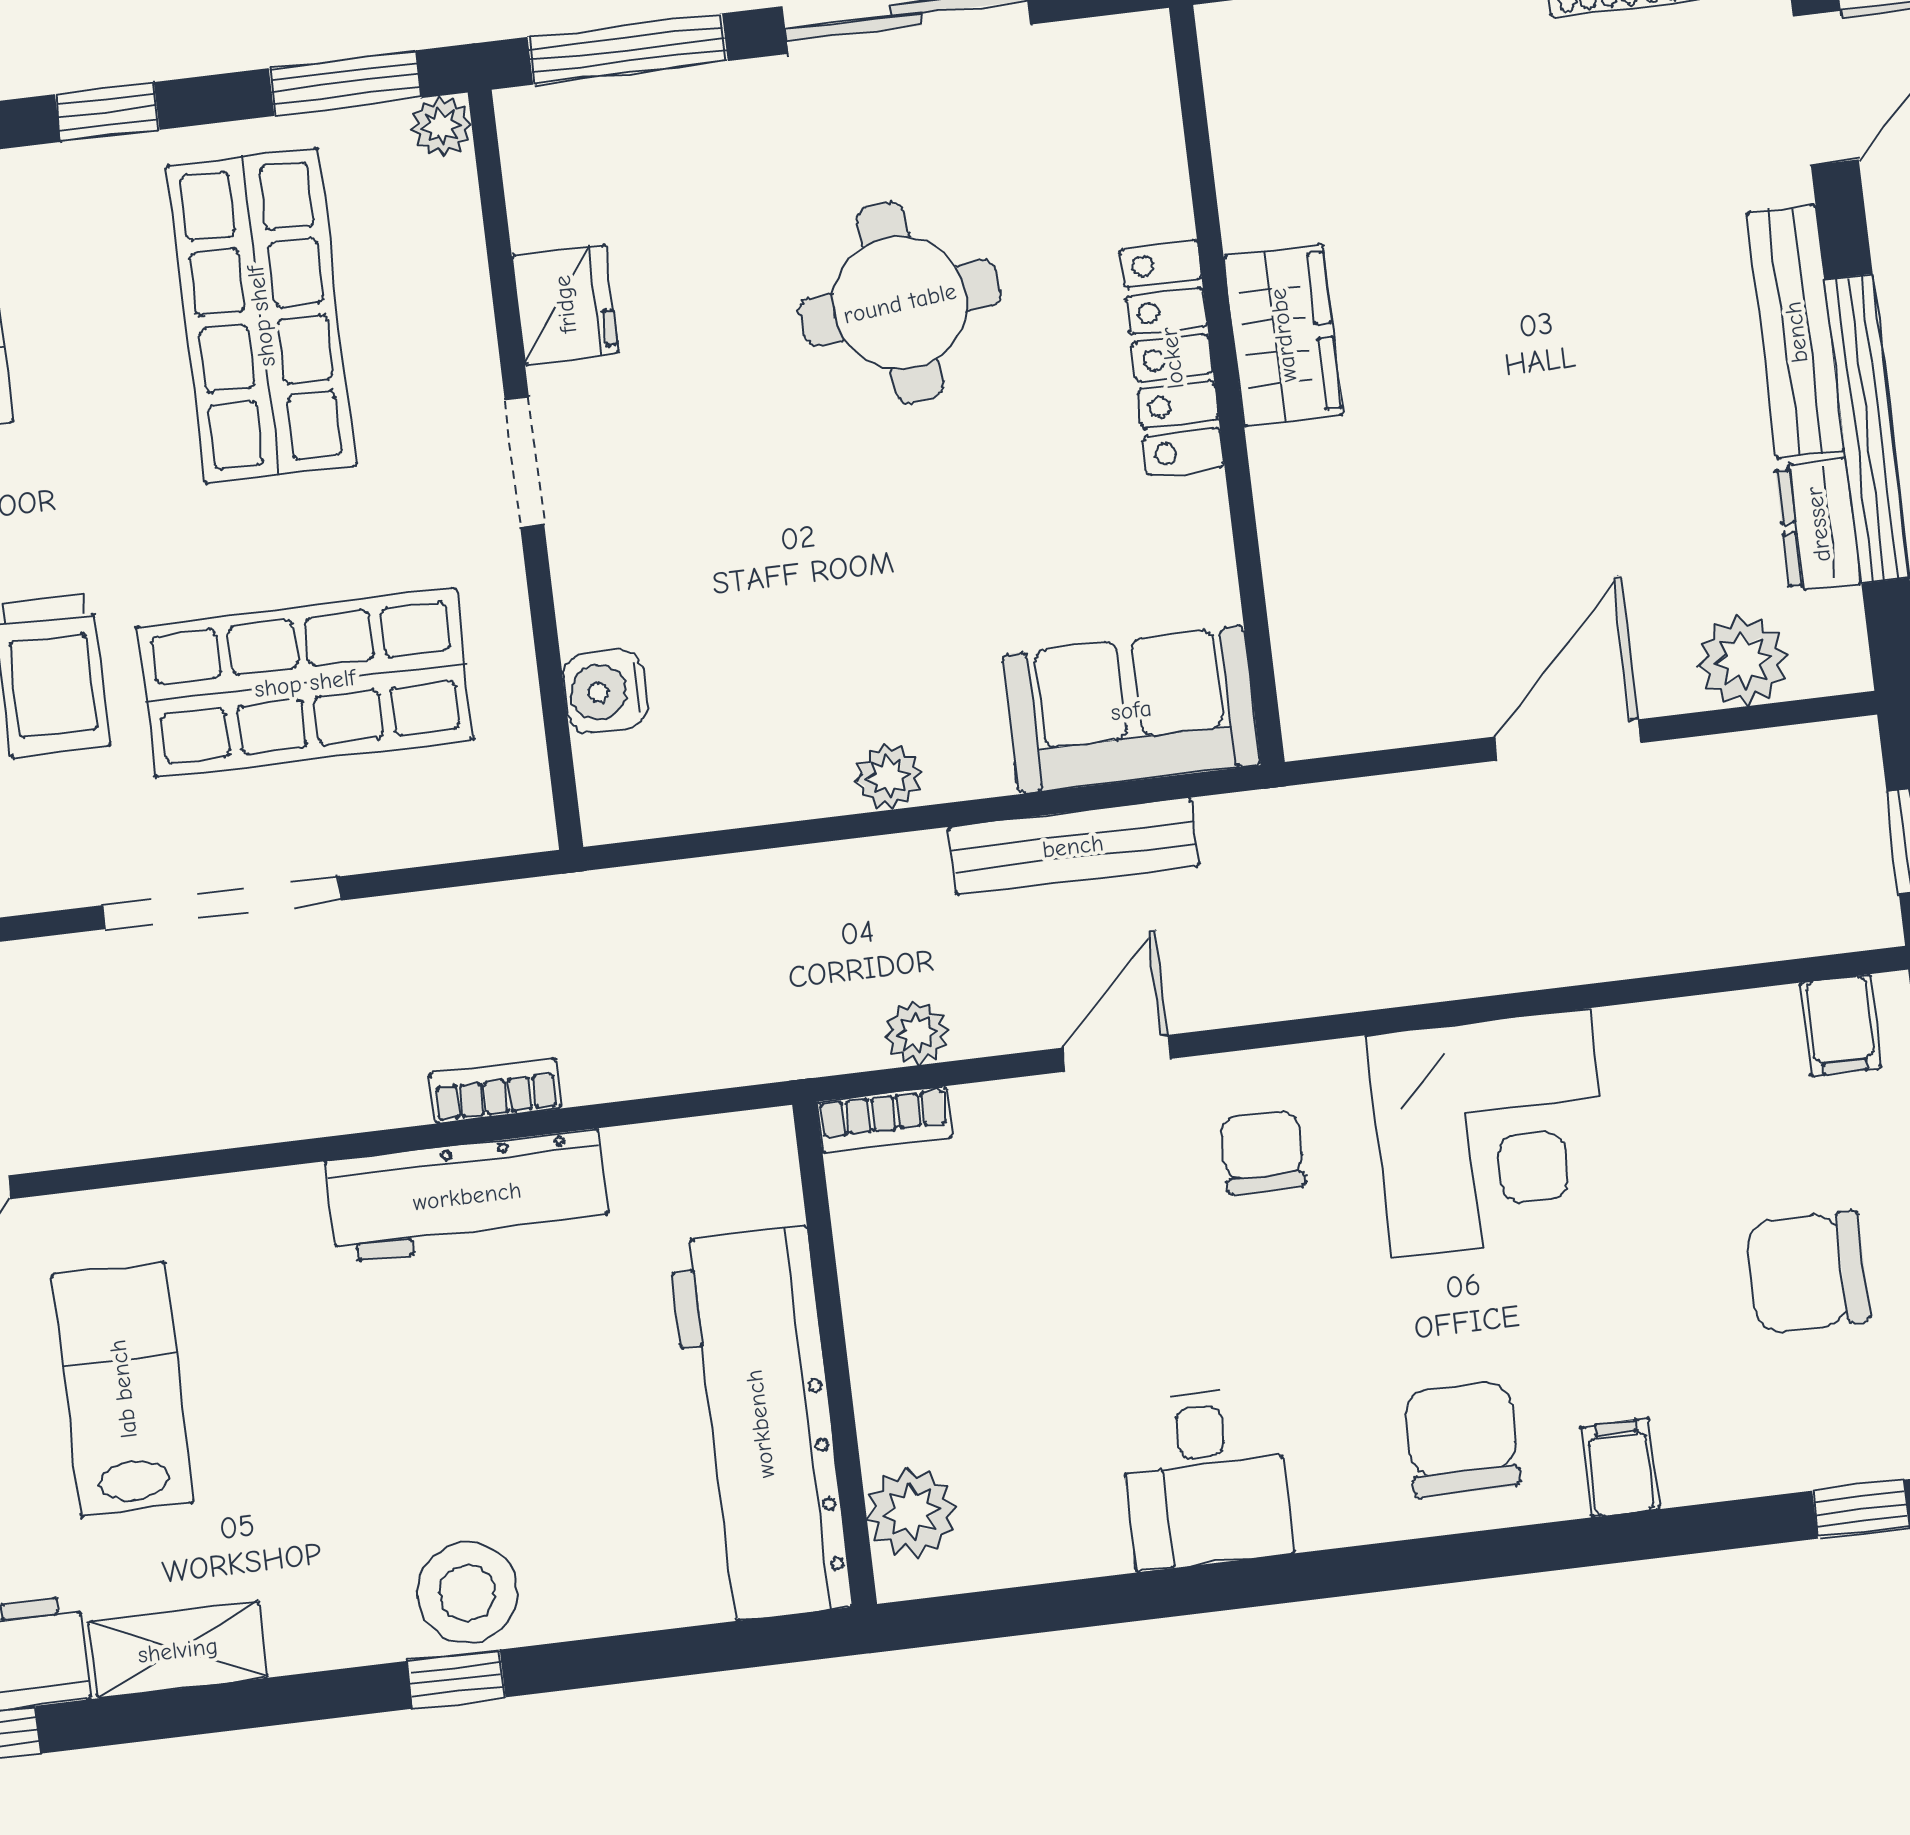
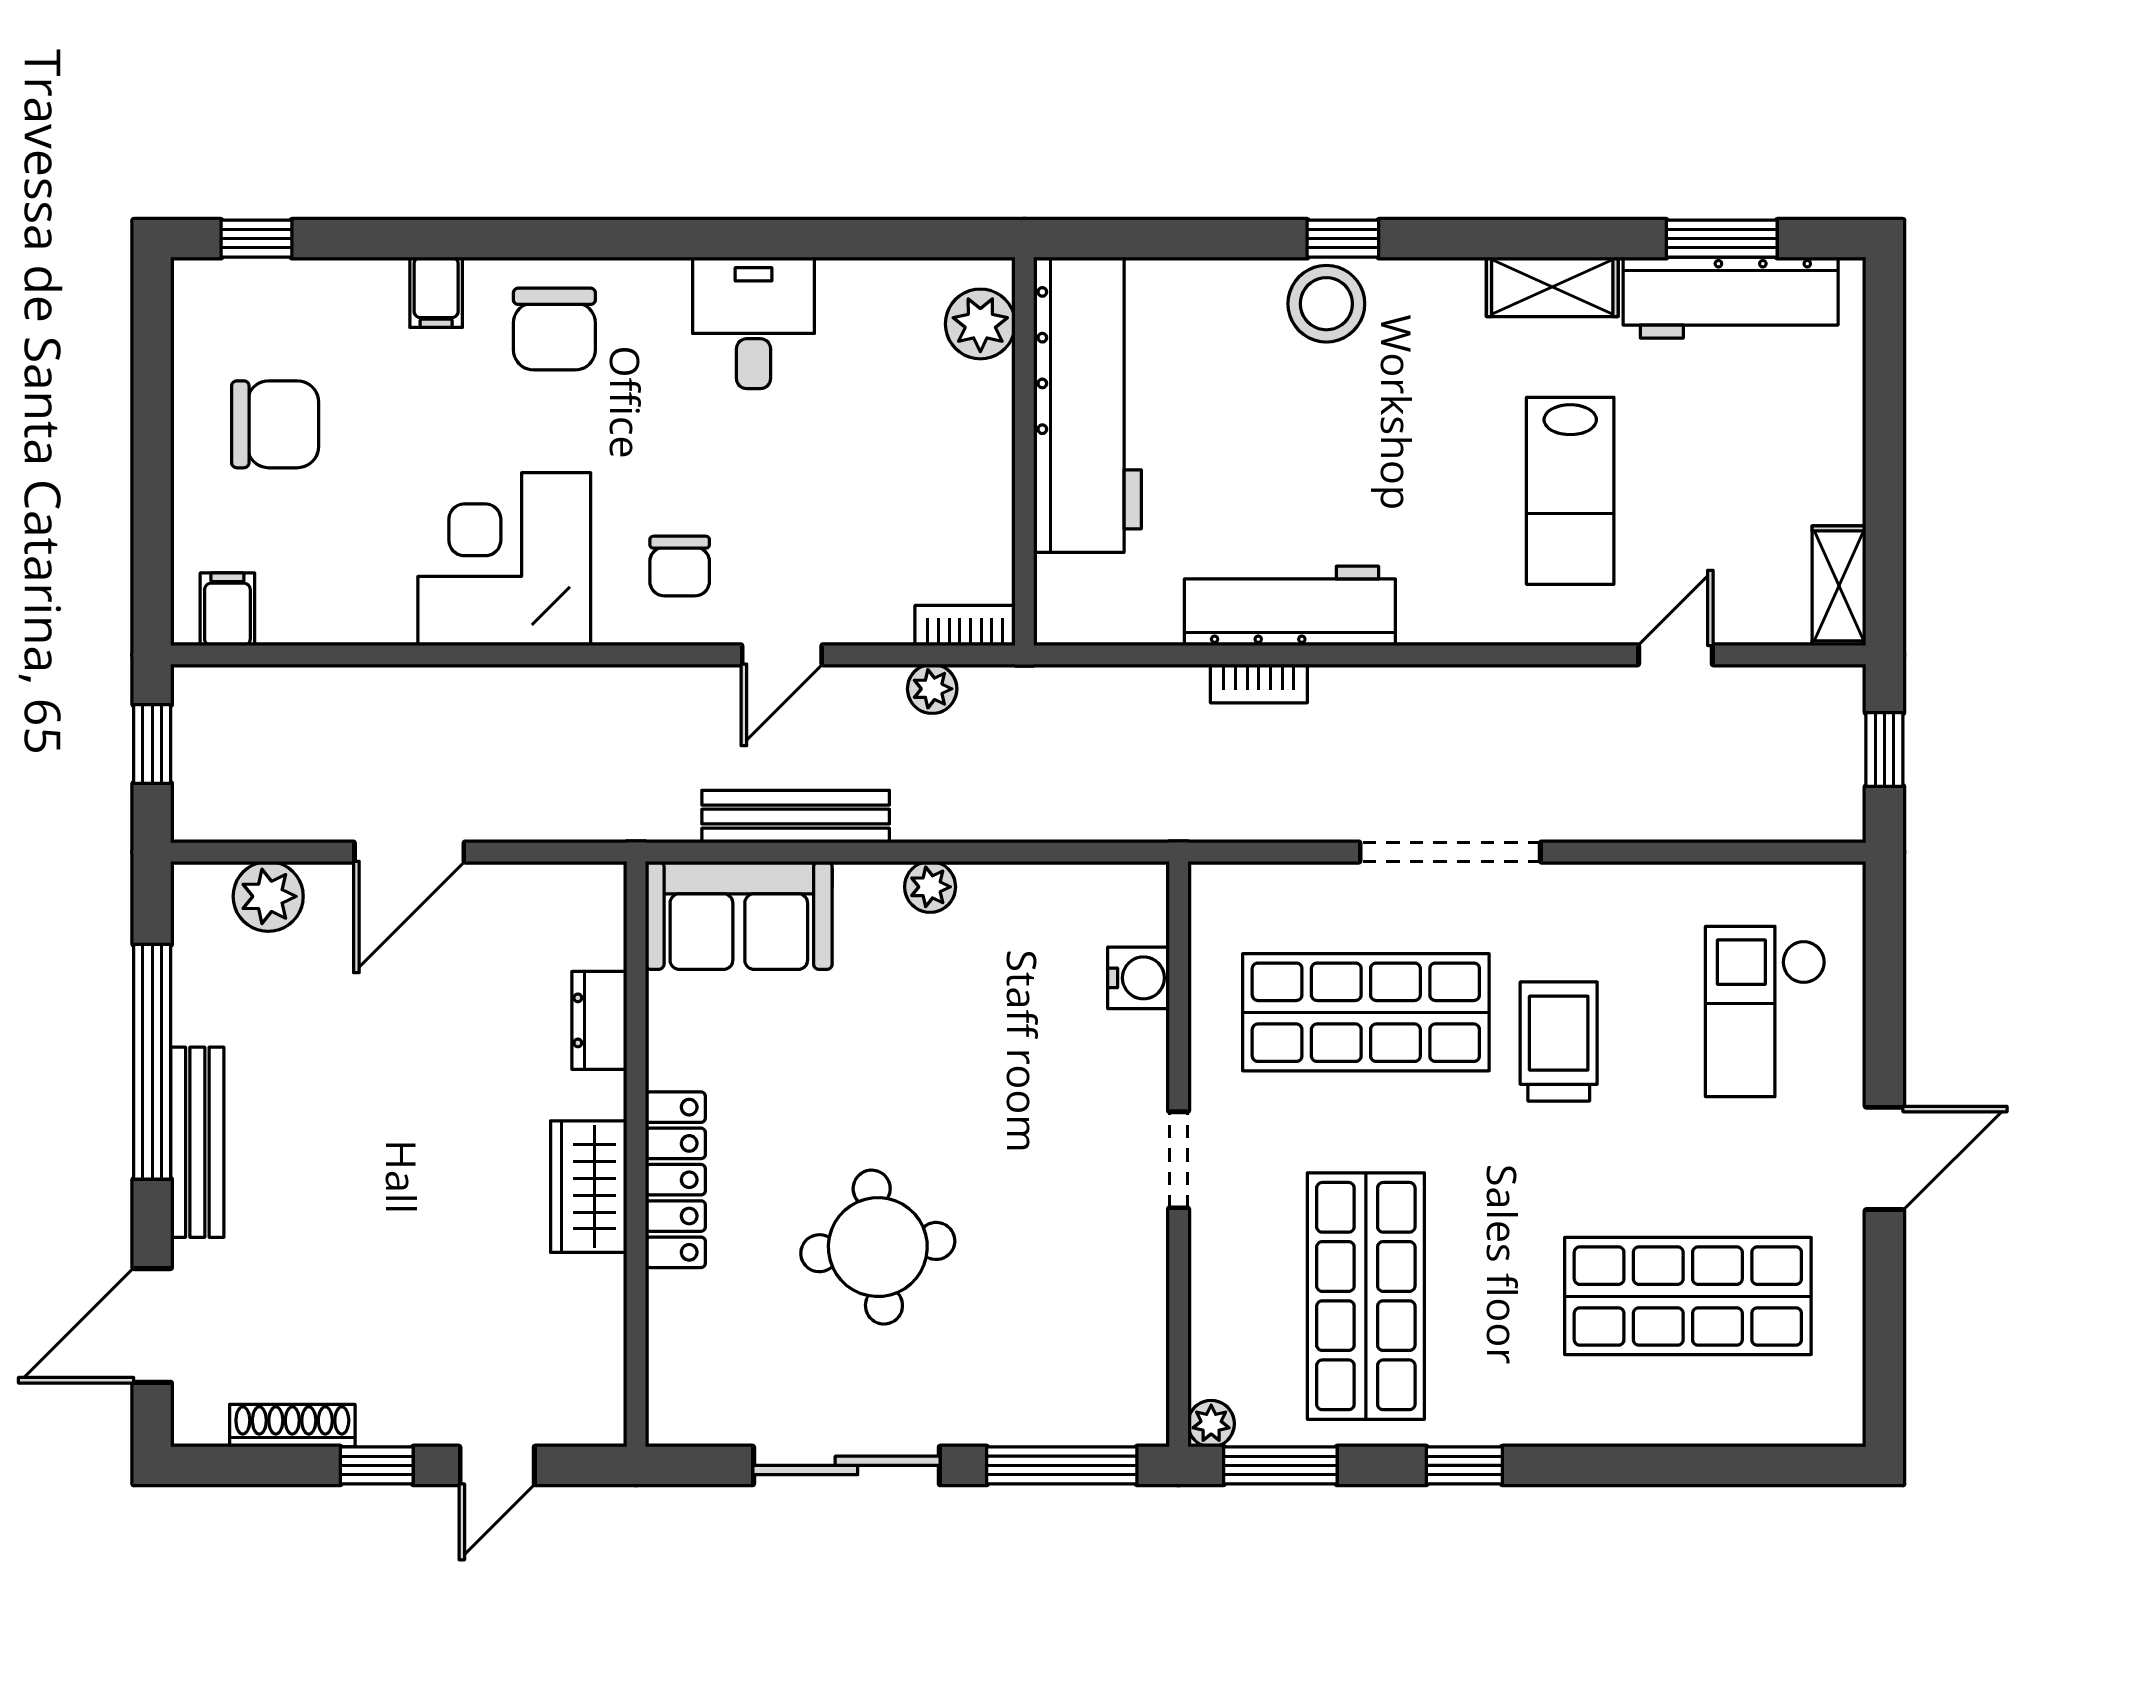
fridge: (565, 304) -> (1133, 1277), removed
dresser: (1818, 524) -> (599, 1020), moved, turned 180

